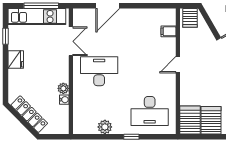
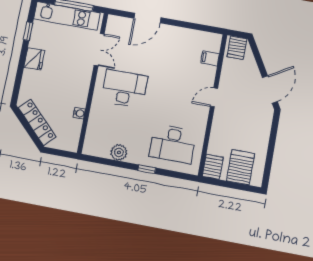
plant: (63, 88) -> (81, 100), removed
server rack: (190, 120) -> (213, 167), width x0.73, depth x0.70

